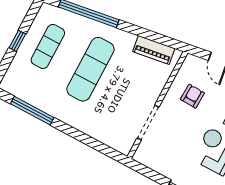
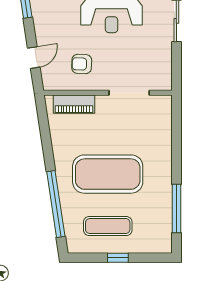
piano: (154, 50) -> (74, 104), moved, turned 99
exercise mat: (91, 69) -> (108, 174), width x1.47

